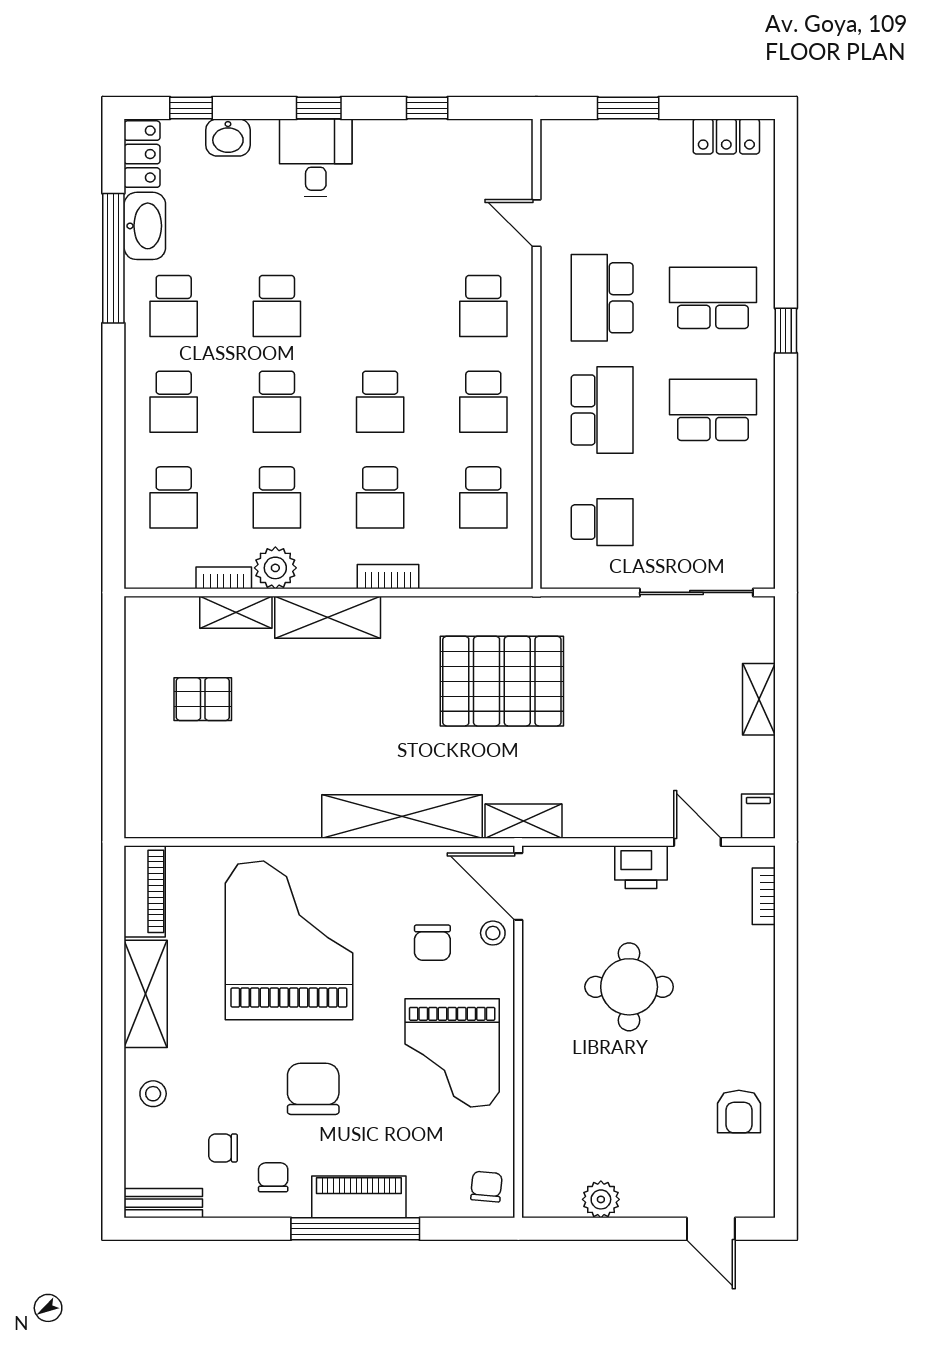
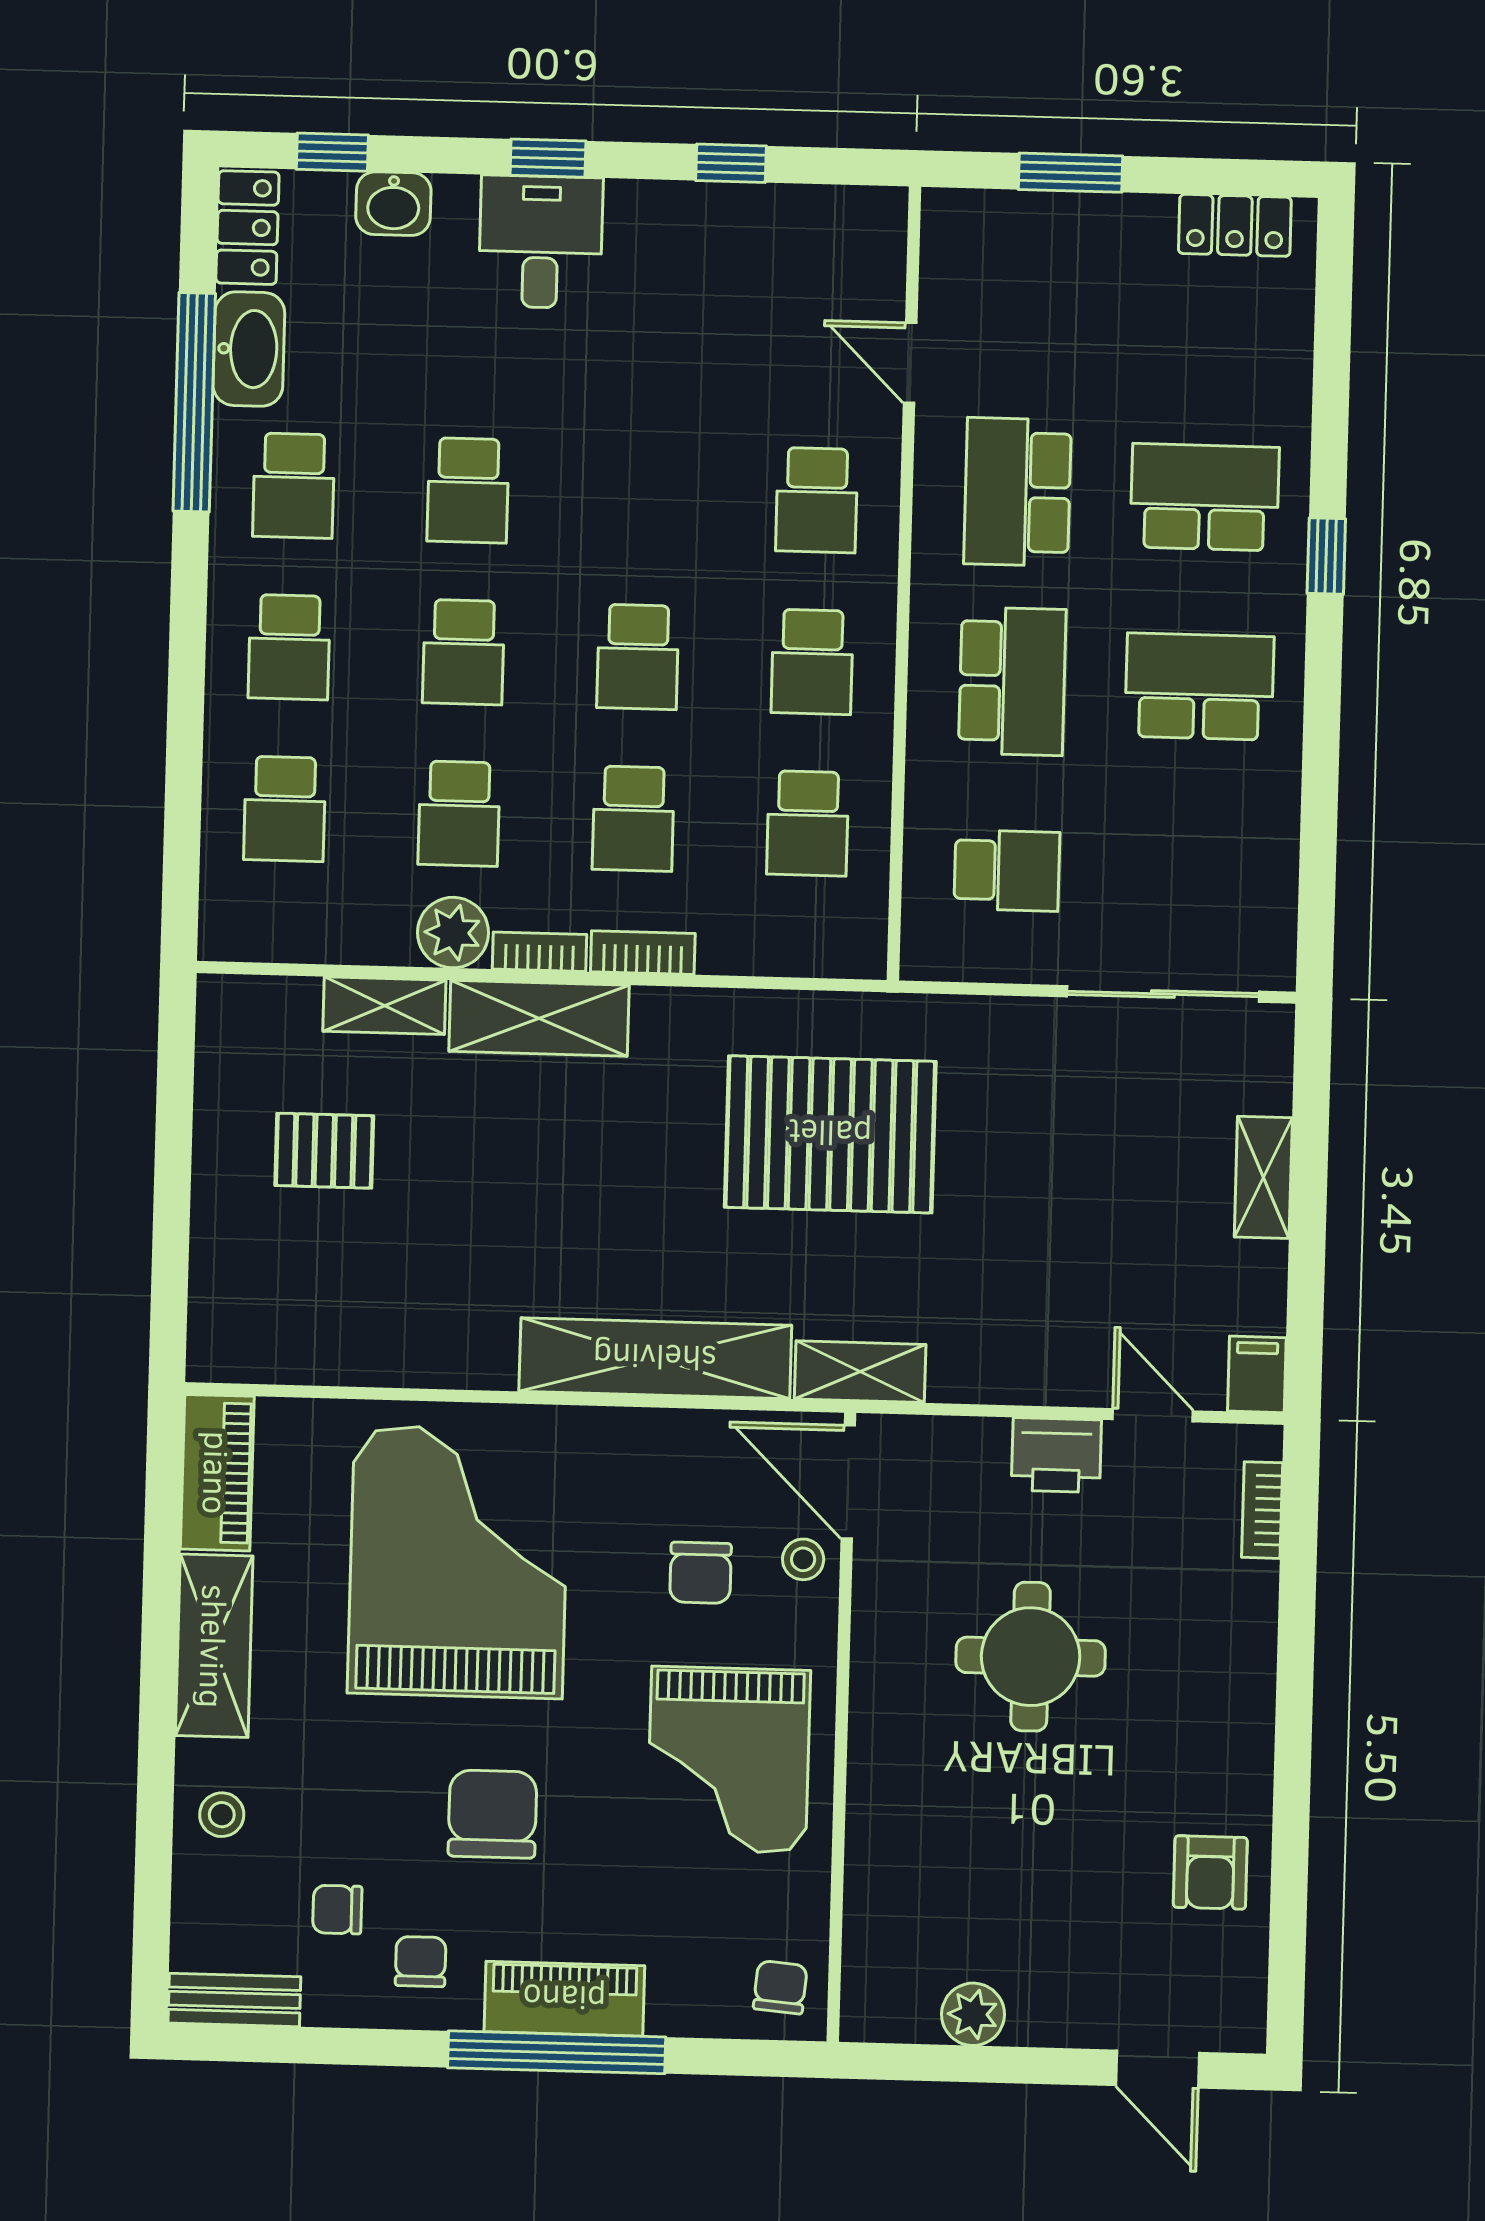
bookcase: (224, 578) -> (540, 952), moved

